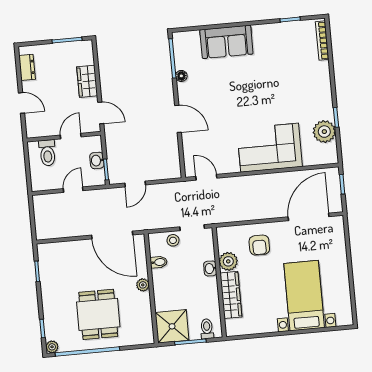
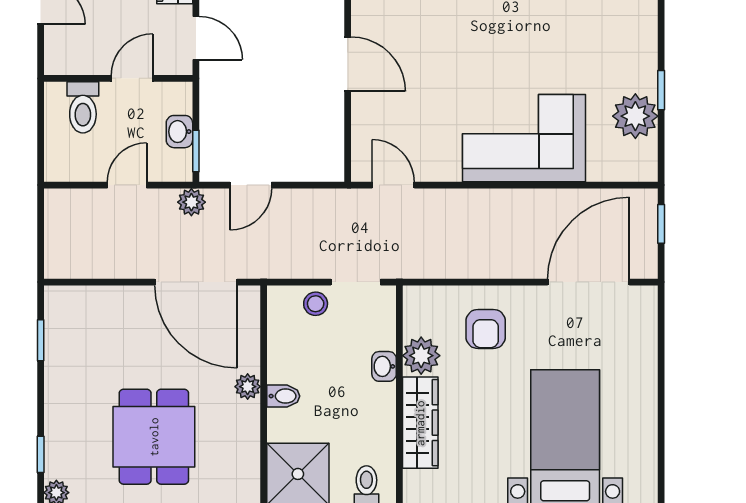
plant: (106, 195) -> (191, 202), added
bidet: (159, 262) -> (283, 396), moved

